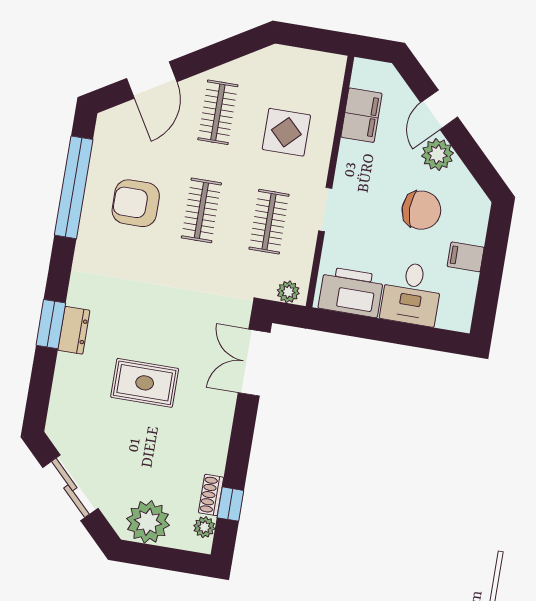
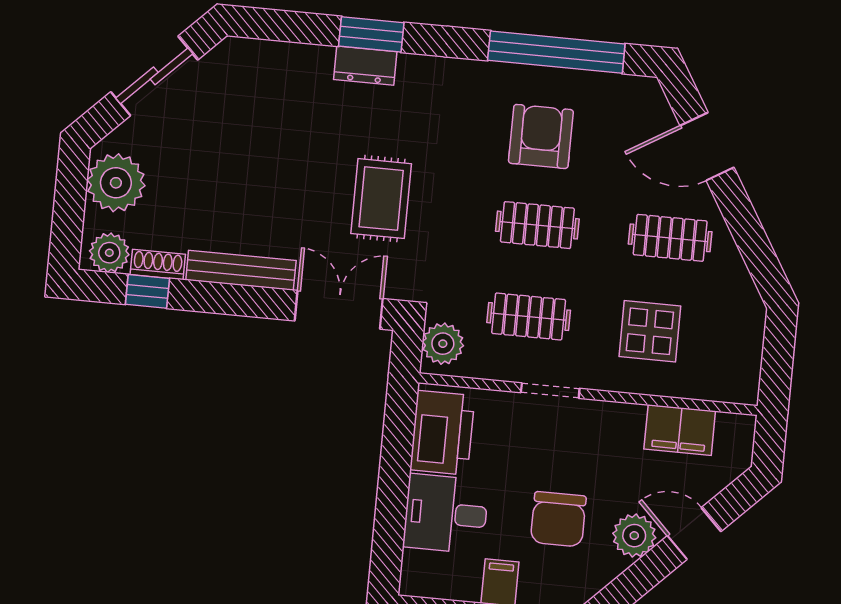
plant: (288, 292) -> (443, 344), width x1.38, depth x1.38
rug: (145, 383) -> (381, 199), moved
bench: (220, 433) -> (241, 270), added
plant: (204, 527) -> (109, 253), width x1.38, depth x1.38

